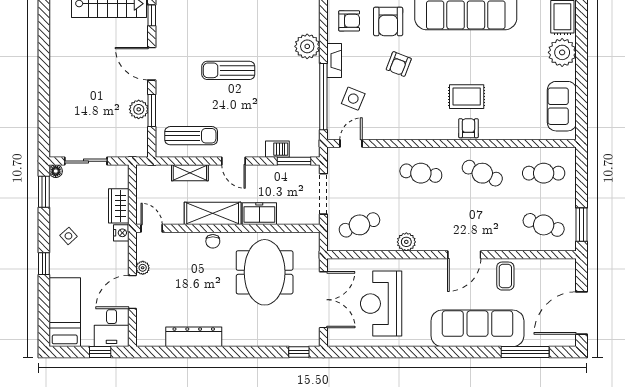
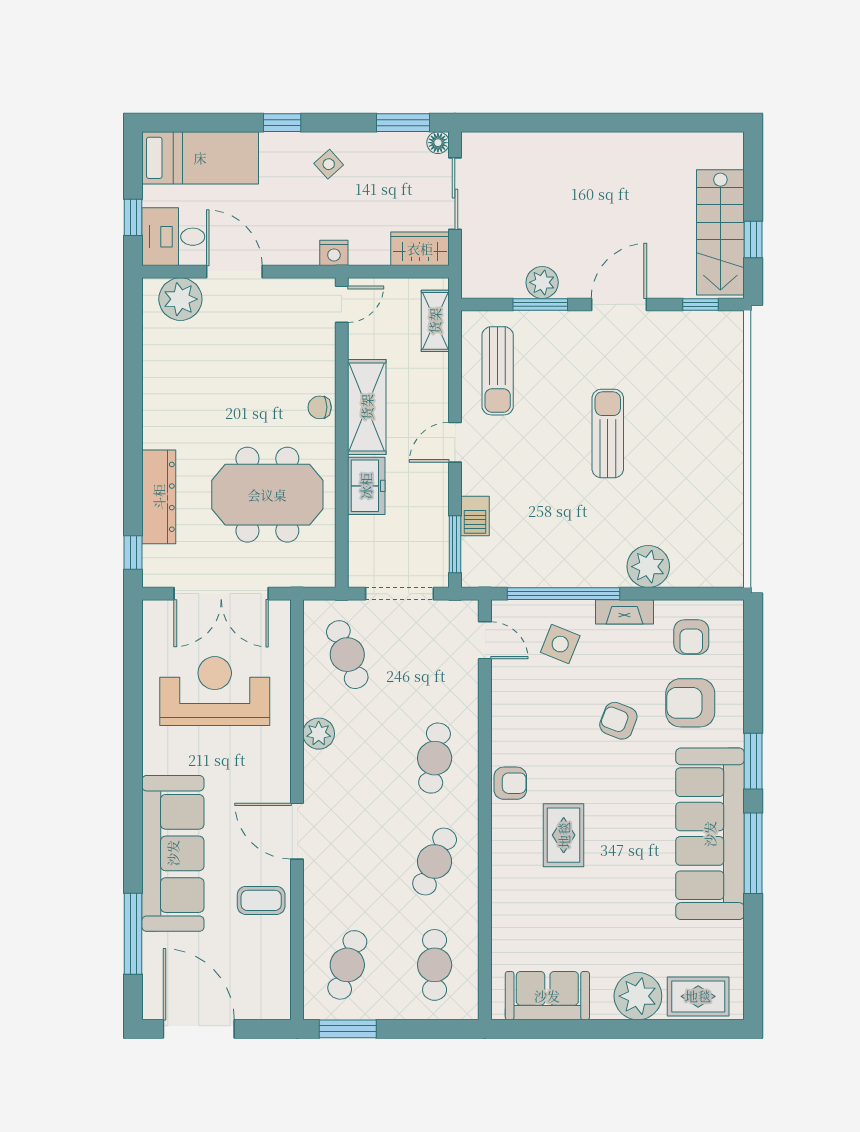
armchair: (468, 128) -> (510, 783), moved
shelving: (190, 173) -> (435, 321), moved
wardrobe: (119, 206) -> (420, 249), moved
plant: (143, 268) -> (180, 299), moved, width x1.88, depth x1.88
dresser: (194, 337) -> (159, 497), moved

